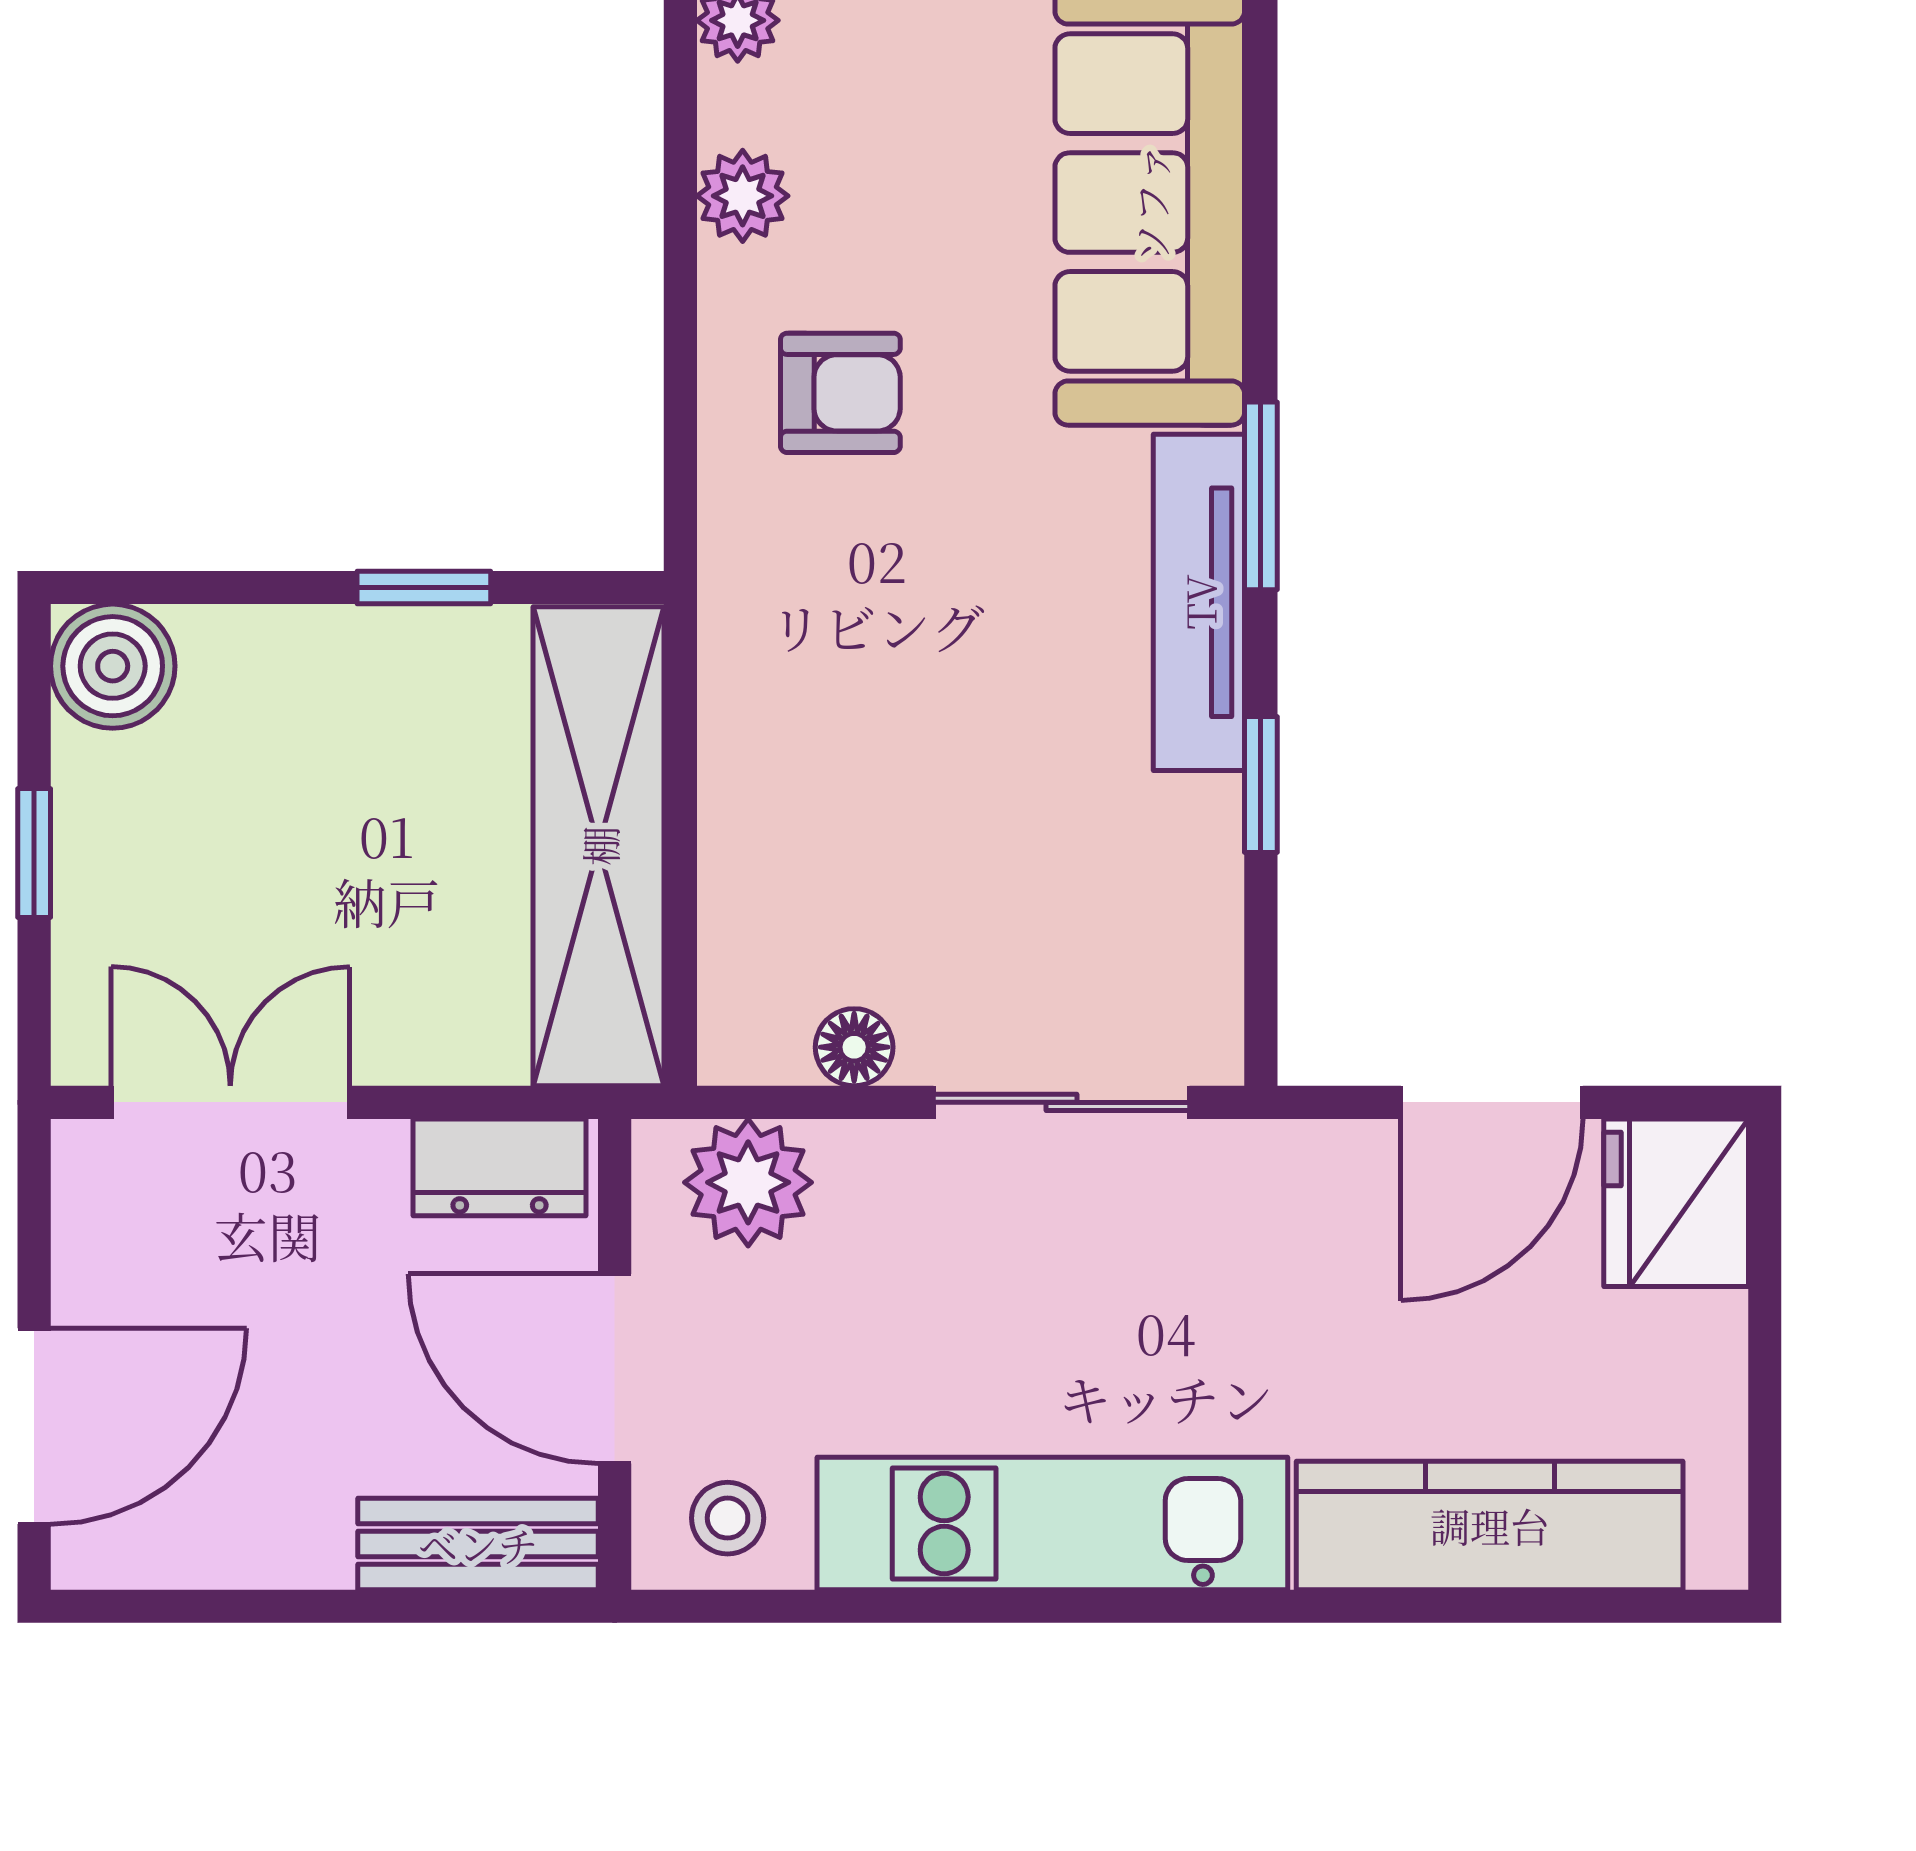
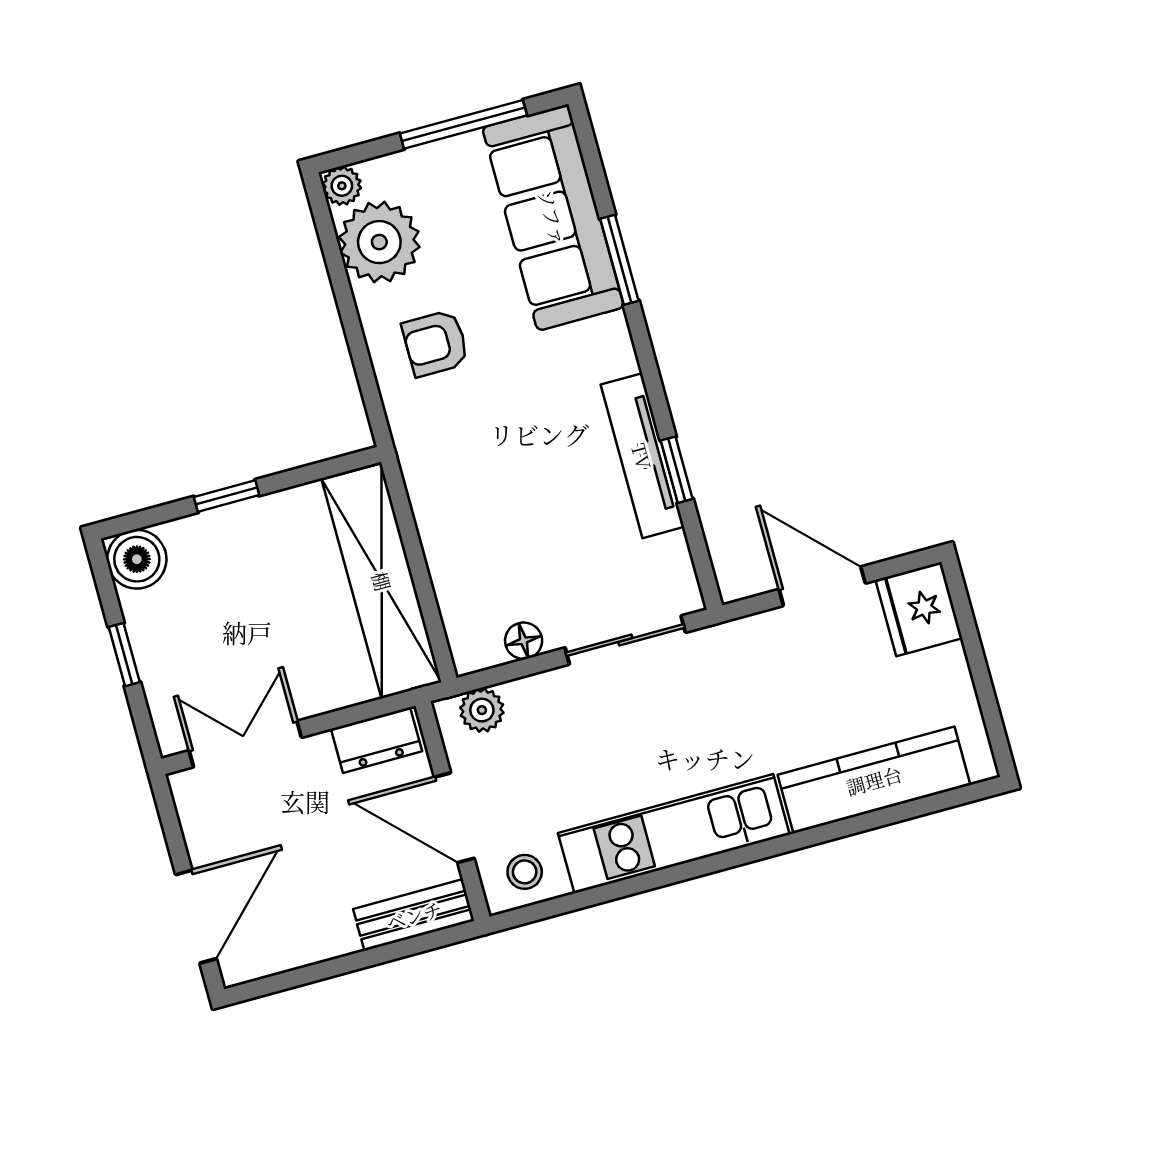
plant: (743, 196) -> (379, 242), width x1.87, depth x1.87
armchair: (840, 393) -> (435, 343), turned 180
window: (1261, 496) -> (619, 260), moved
window: (424, 588) -> (227, 496), moved
tv unit: (1199, 602) -> (642, 456), moved
door: (1492, 1102) -> (822, 586), swing flipped
plant: (748, 1182) -> (482, 710), width x0.73, depth x0.73

